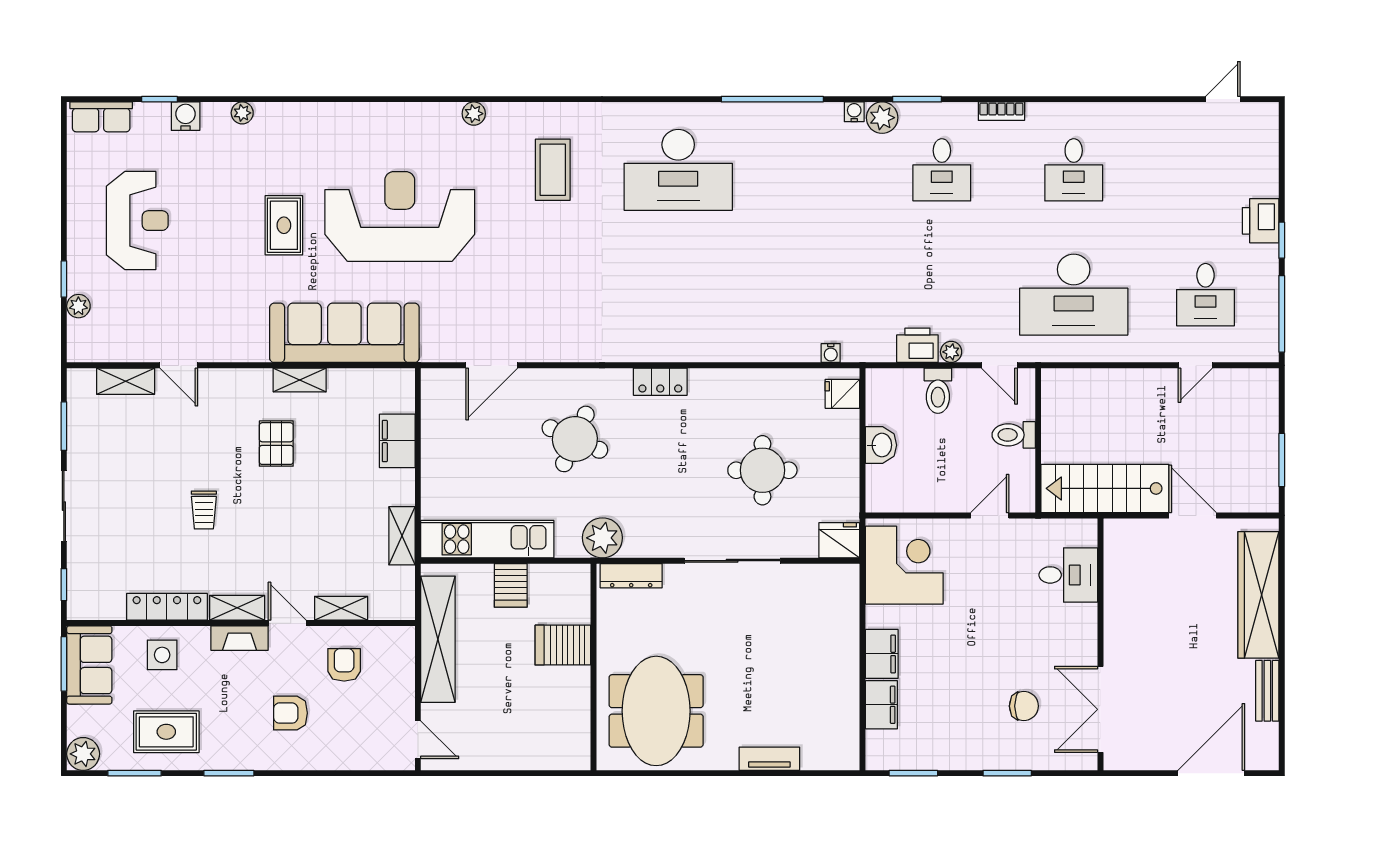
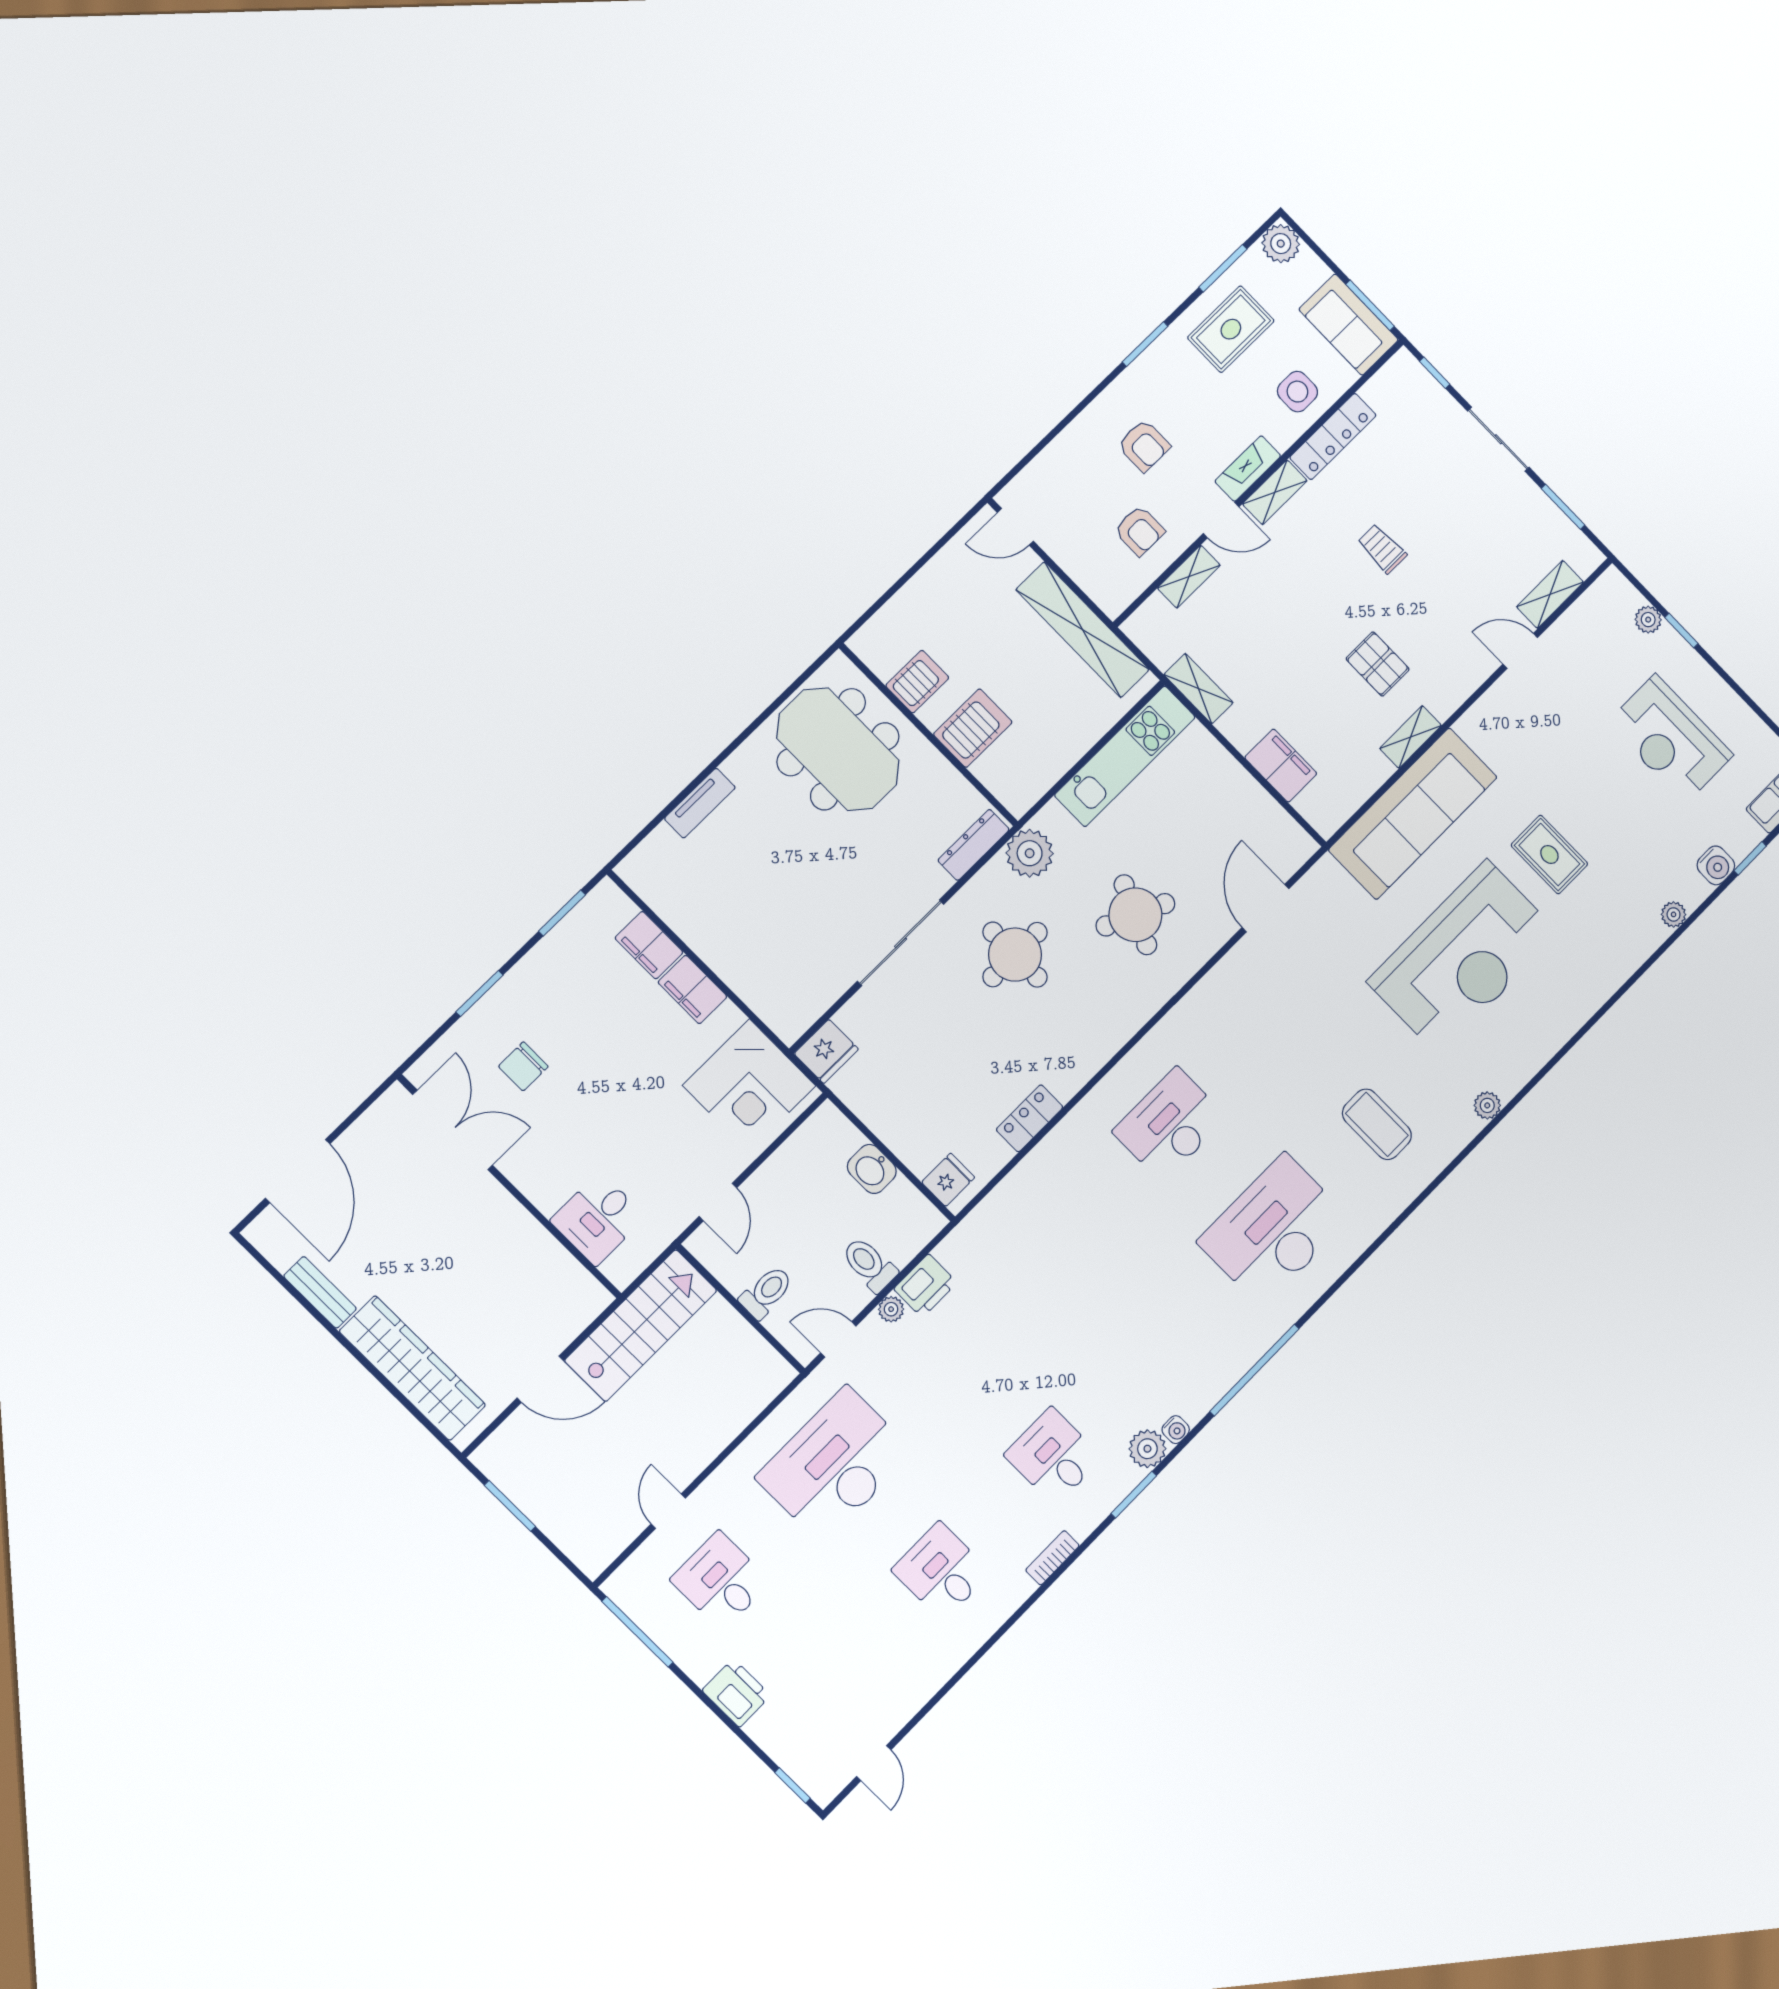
window: (1282, 240) -> (792, 1785), moved
desk: (678, 295) -> (1170, 1125), added
water cooler: (831, 353) -> (993, 1205), removed
locker: (660, 382) -> (1030, 1118), moved
round table: (762, 470) -> (1015, 955), moved
server rack: (511, 585) -> (917, 682), moved, turned 90
armchair: (290, 713) -> (1144, 446), turned 90

